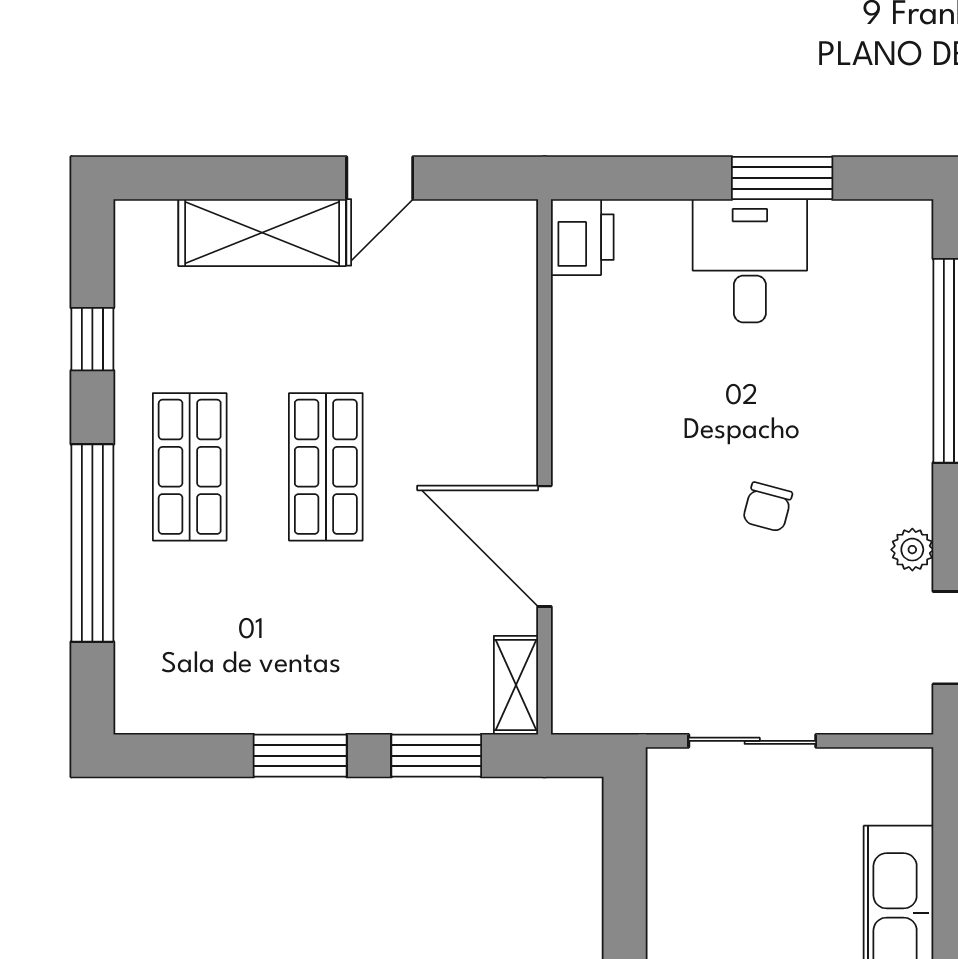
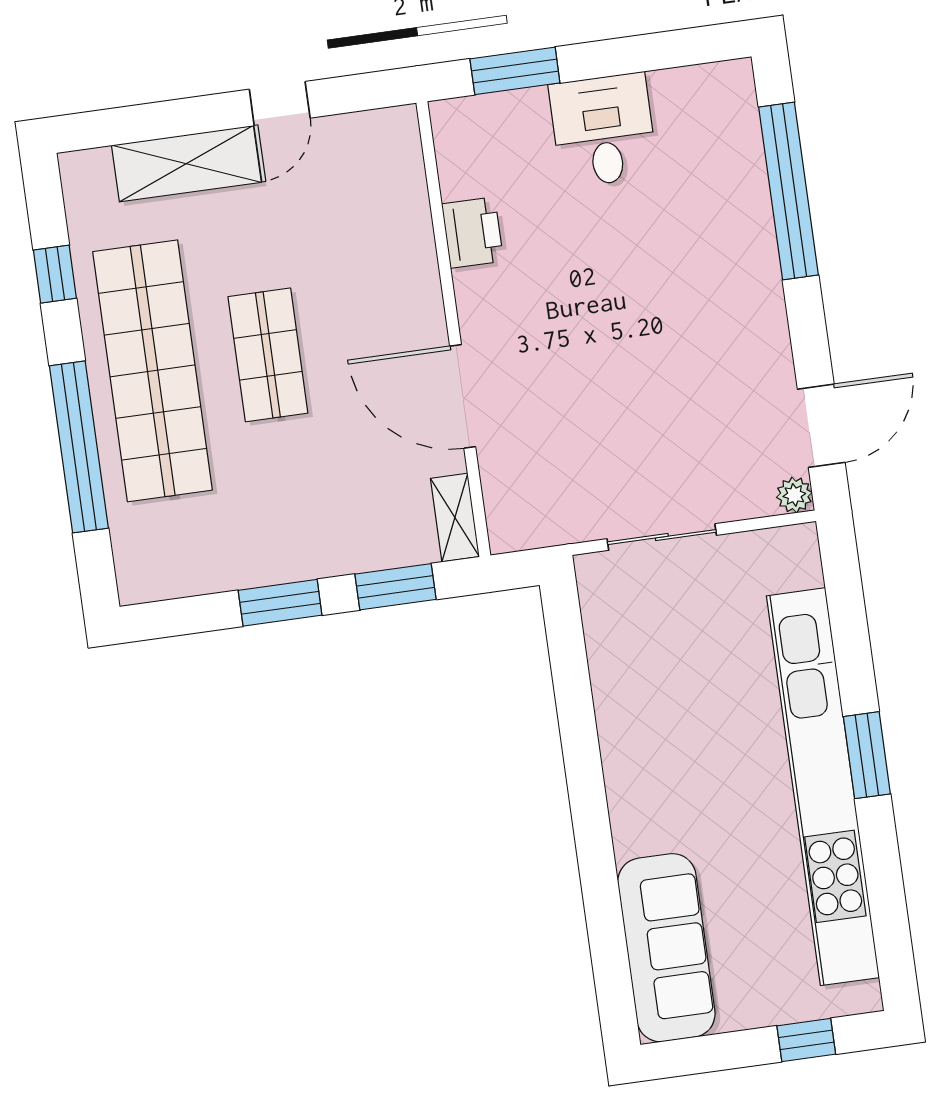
window: (782, 178) -> (515, 71), moved
printer: (582, 237) -> (473, 233), moved
shop shelf: (190, 467) -> (153, 371), width x2.00, depth x1.36
chair: (767, 507) -> (647, 337), removed
plant: (912, 550) -> (794, 495), moved

